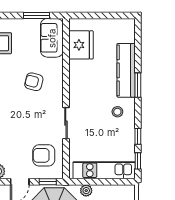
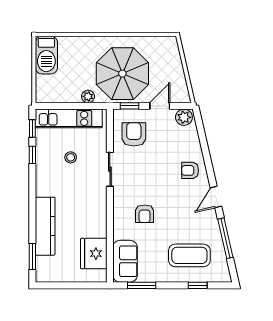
armchair: (34, 82) -> (145, 214), turned 76
window: (138, 85) -> (32, 256), moved
stool: (117, 112) -> (71, 157), moved
armchair: (44, 155) -> (134, 134), turned -90

